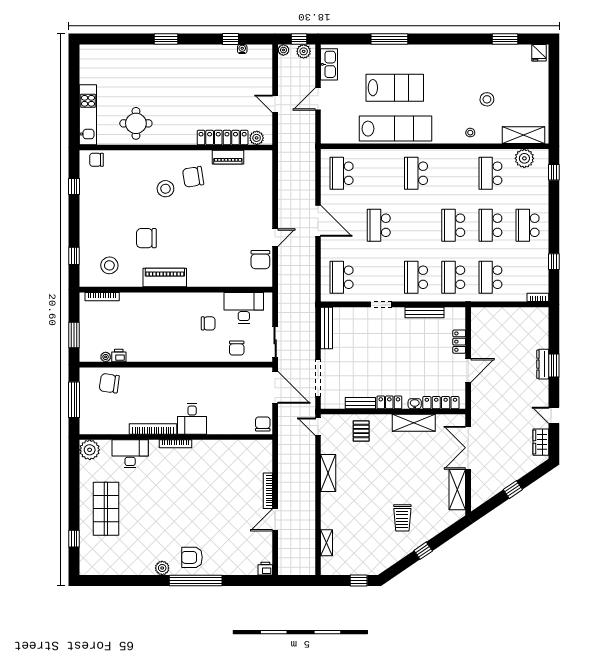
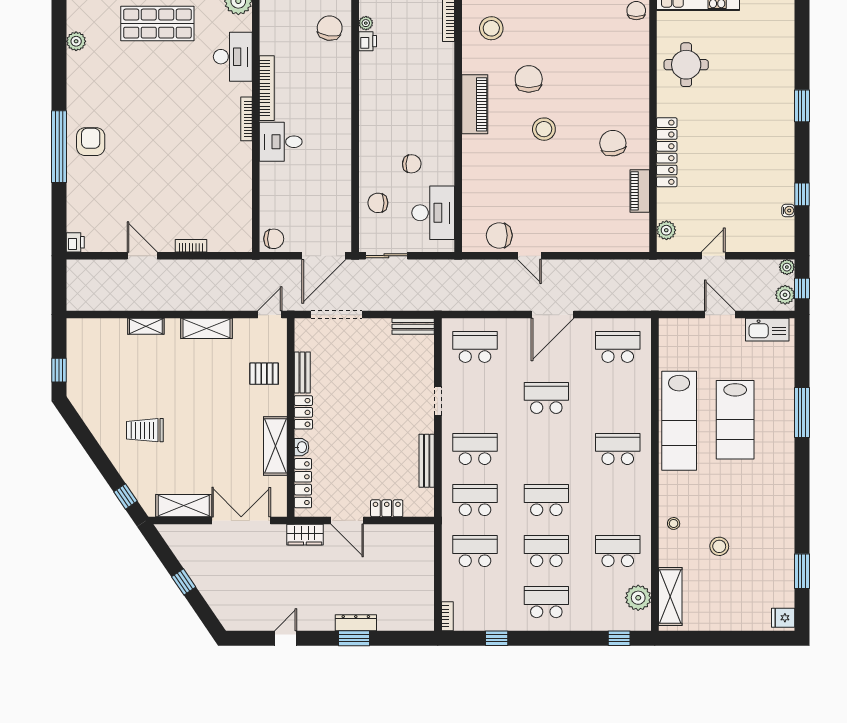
locker: (223, 138) -> (667, 152), moved
stool: (165, 189) -> (544, 129), moved
chair: (208, 323) -> (412, 164), turned -87
bench: (327, 328) -> (413, 326), width x0.73
wardrobe: (541, 442) -> (305, 535), moved, turned 180
bookcase: (268, 491) -> (191, 246), width x0.64
shelving: (327, 543) -> (146, 326), moved
window: (423, 551) -> (125, 496), moved
plant: (162, 568) -> (76, 41), moved

